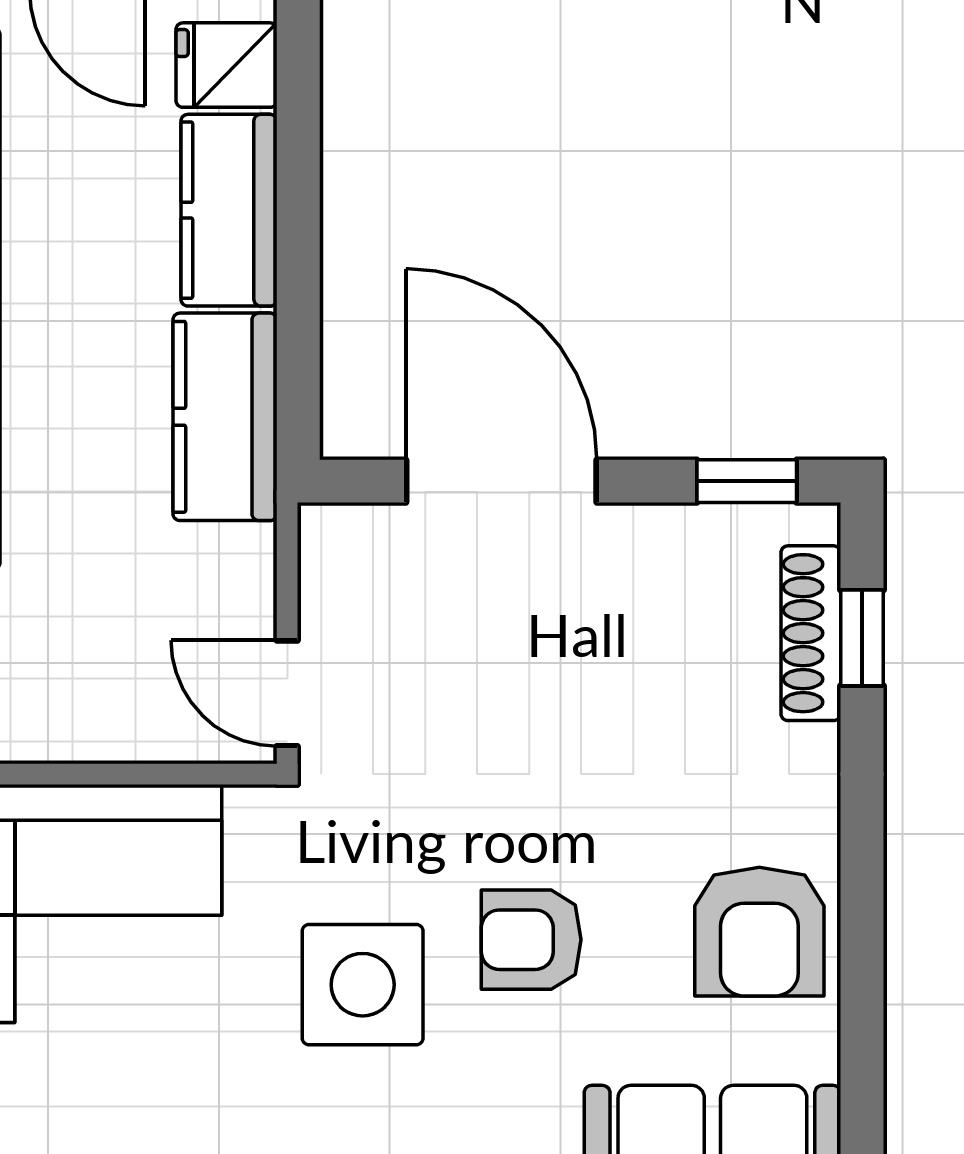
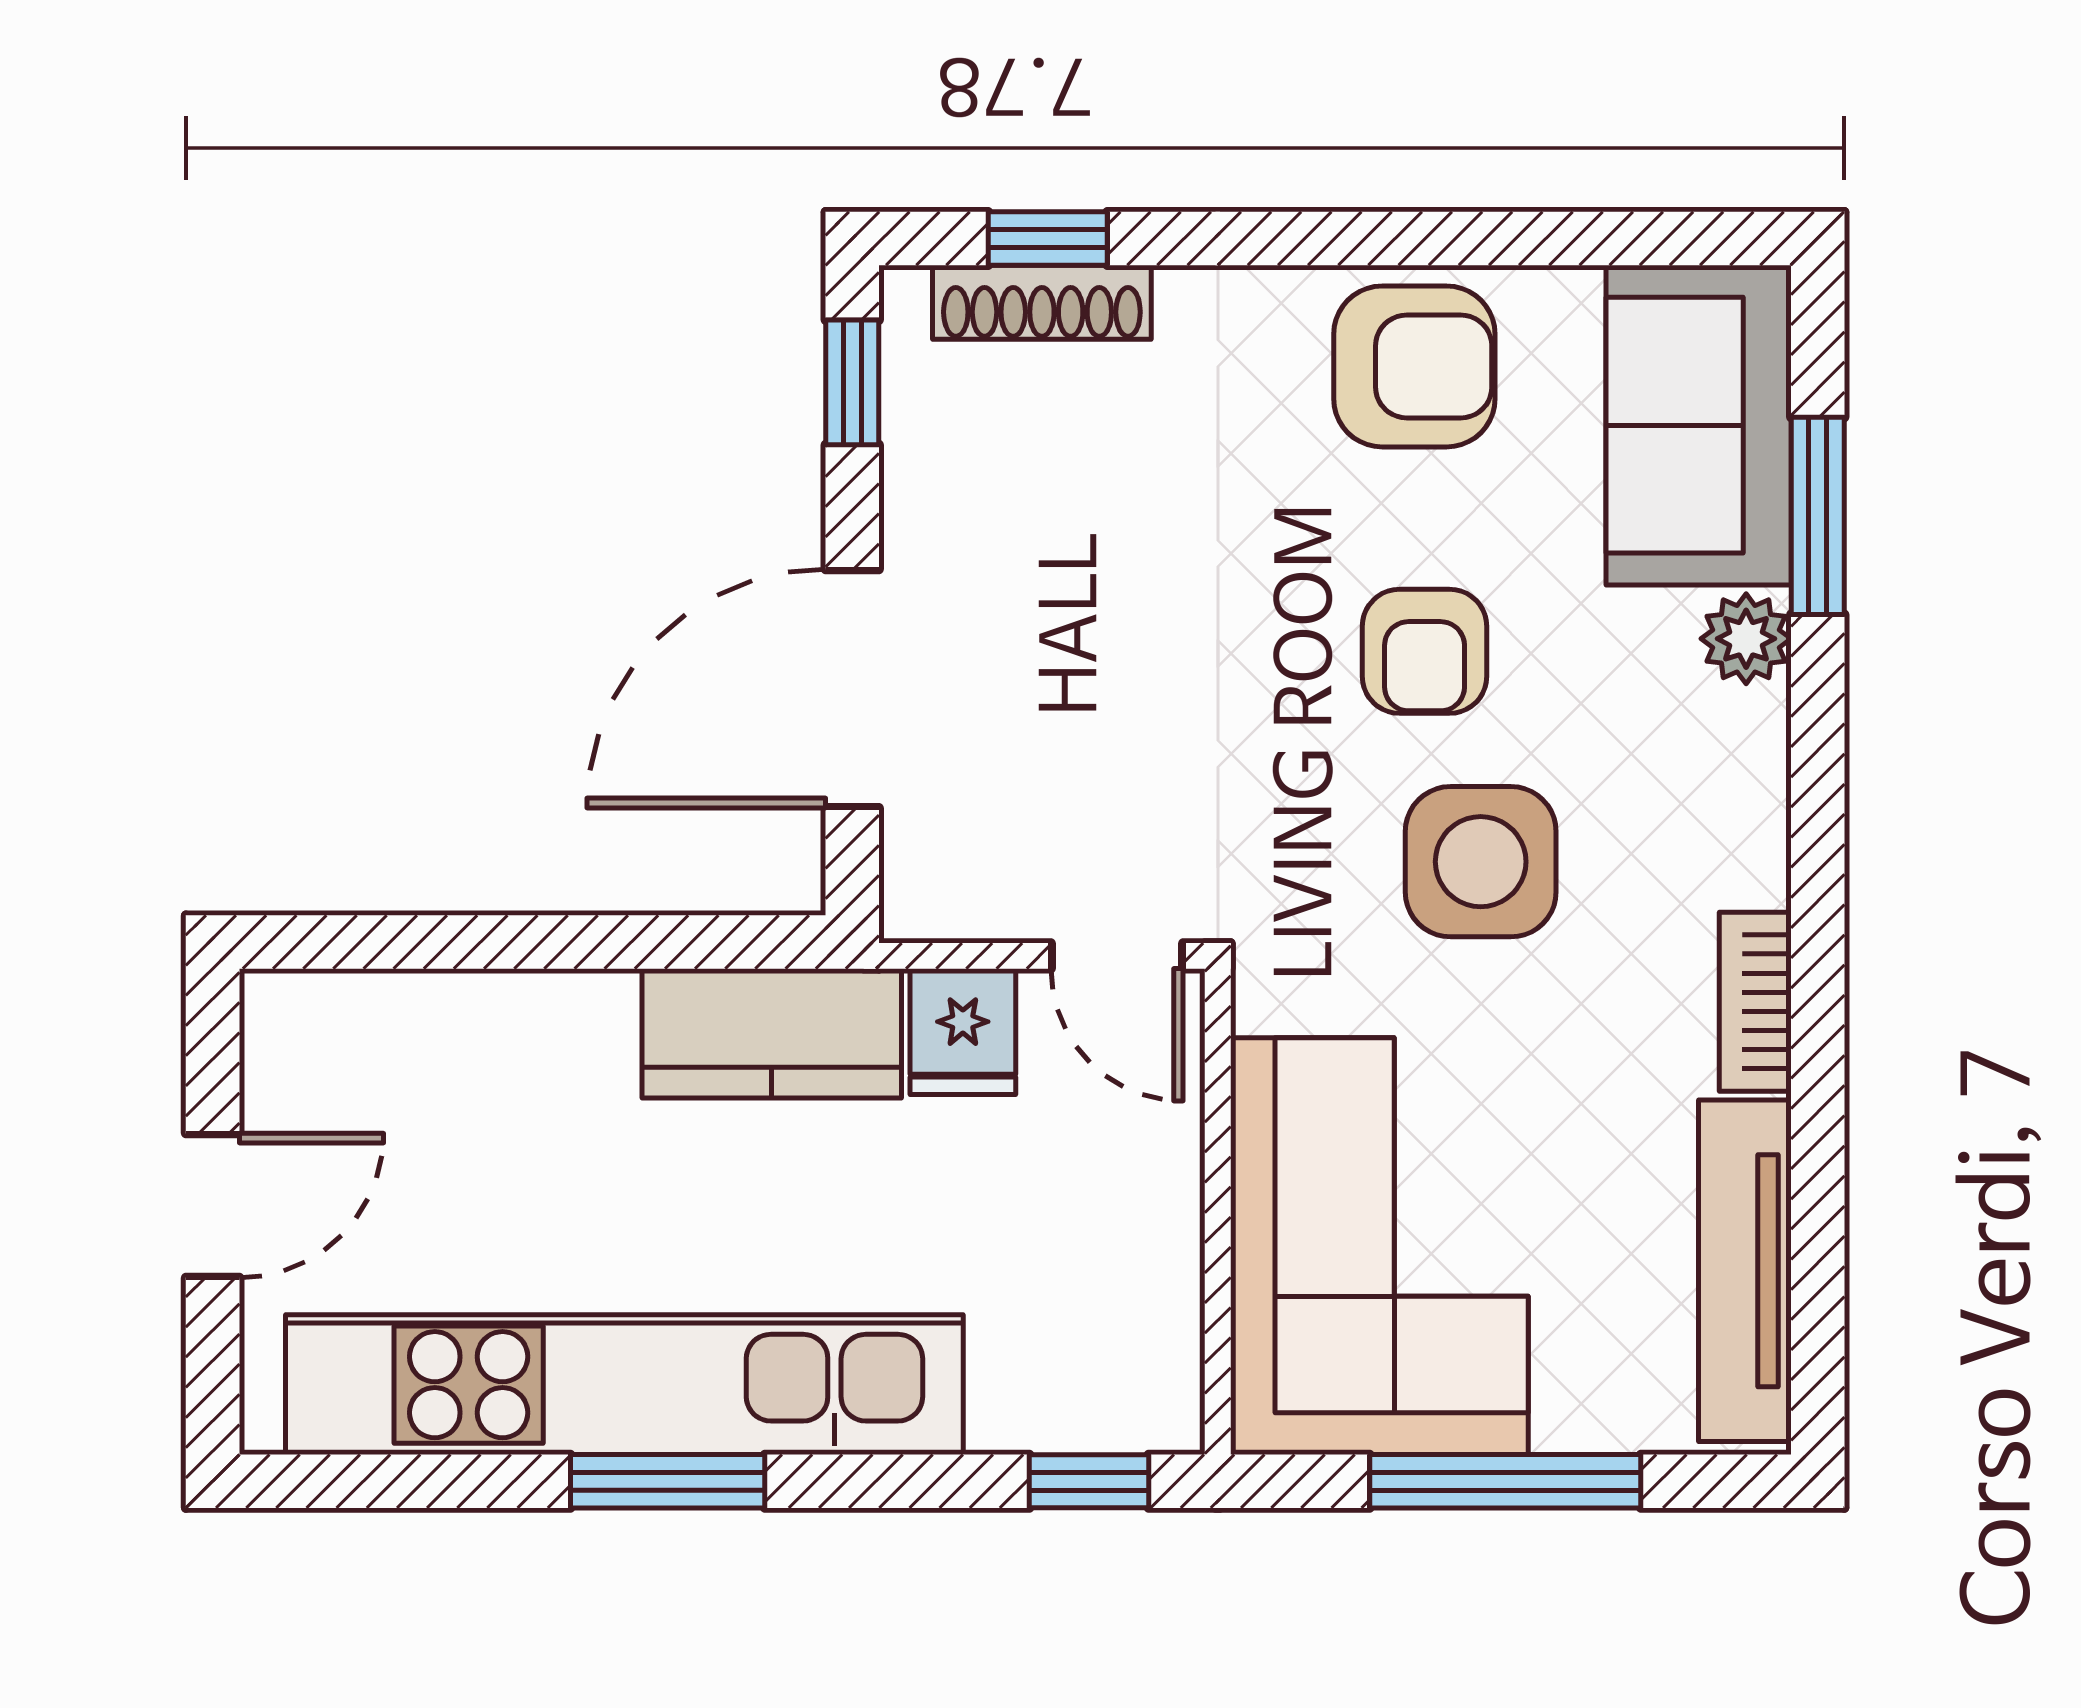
fridge: (227, 65) -> (963, 1032), moved
kitchen counter: (229, 210) -> (514, 1029), removed
door: (287, 693) -> (1117, 956), hinge flipped

